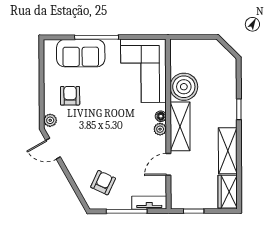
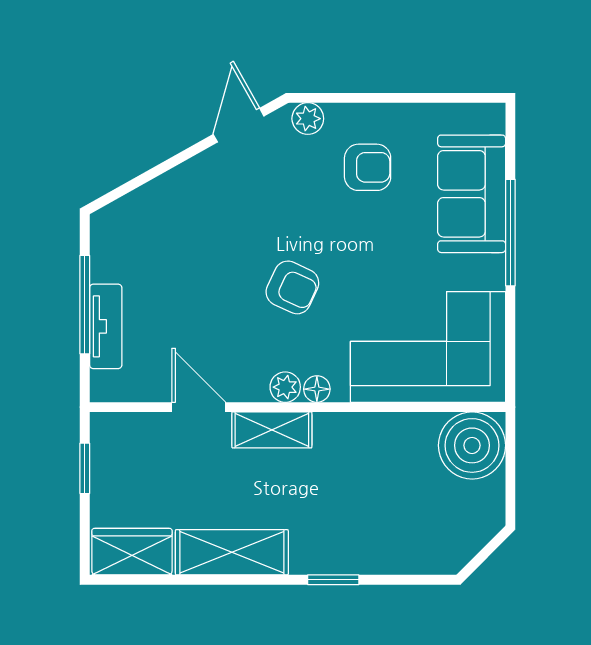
boiler: (184, 87) -> (472, 445), moved
shelving: (180, 126) -> (272, 430), width x0.67, depth x0.75
armchair: (103, 183) -> (292, 287), moved
tv unit: (149, 203) -> (106, 326), moved

